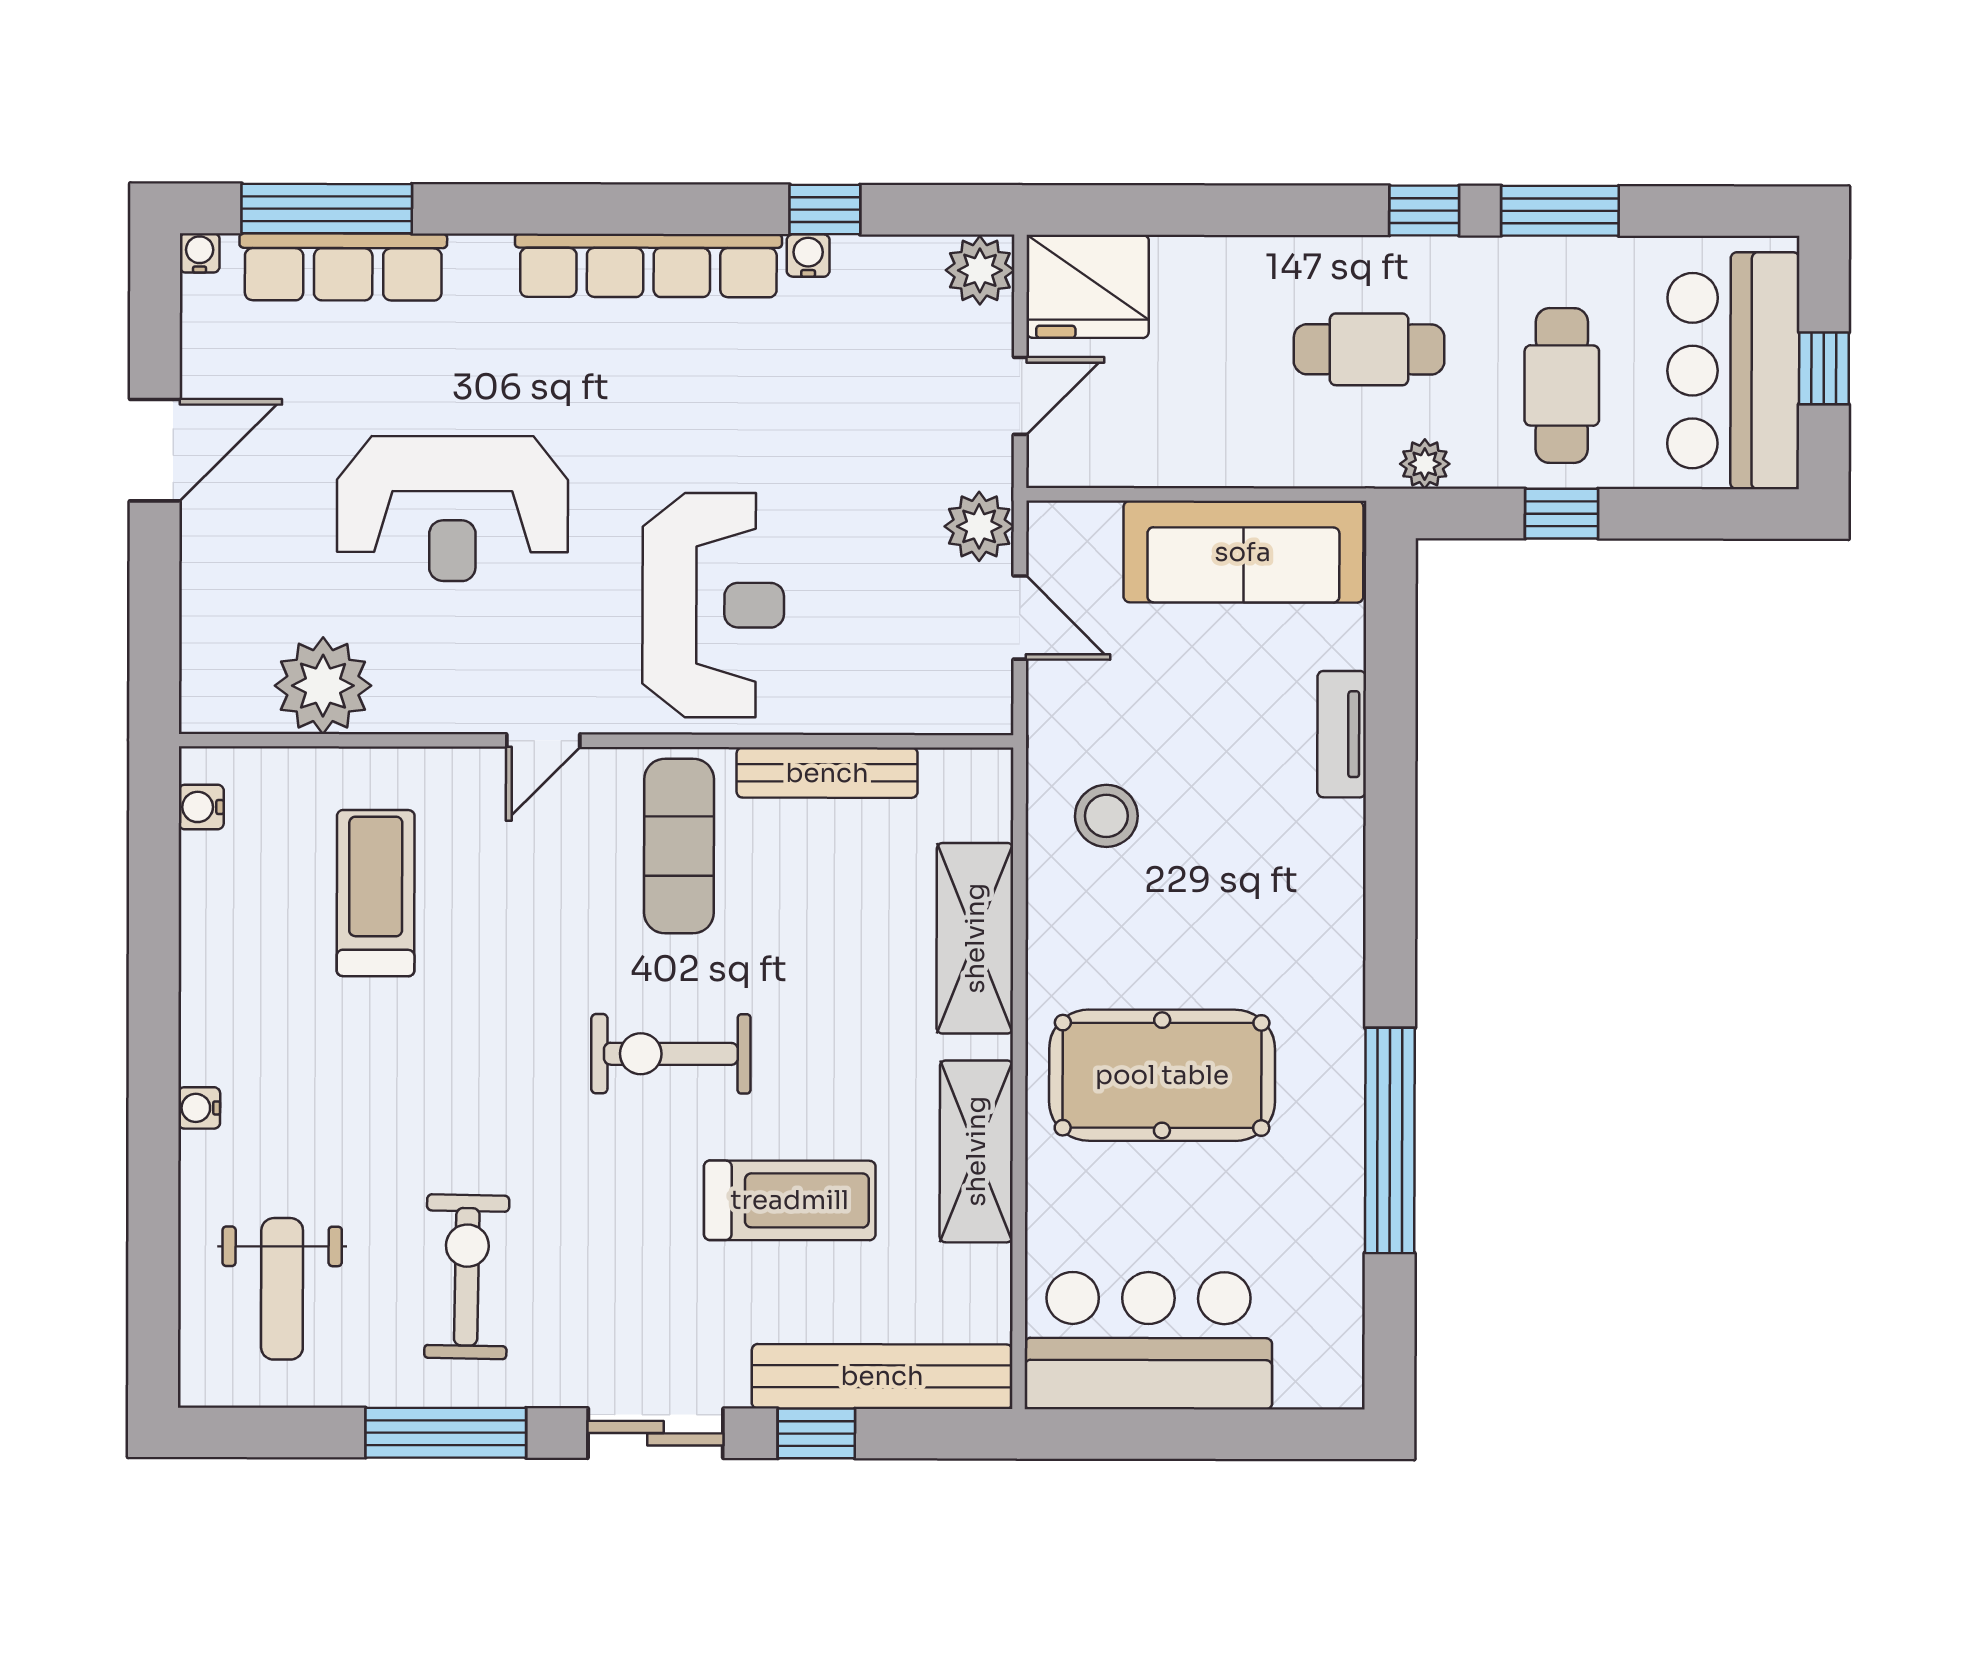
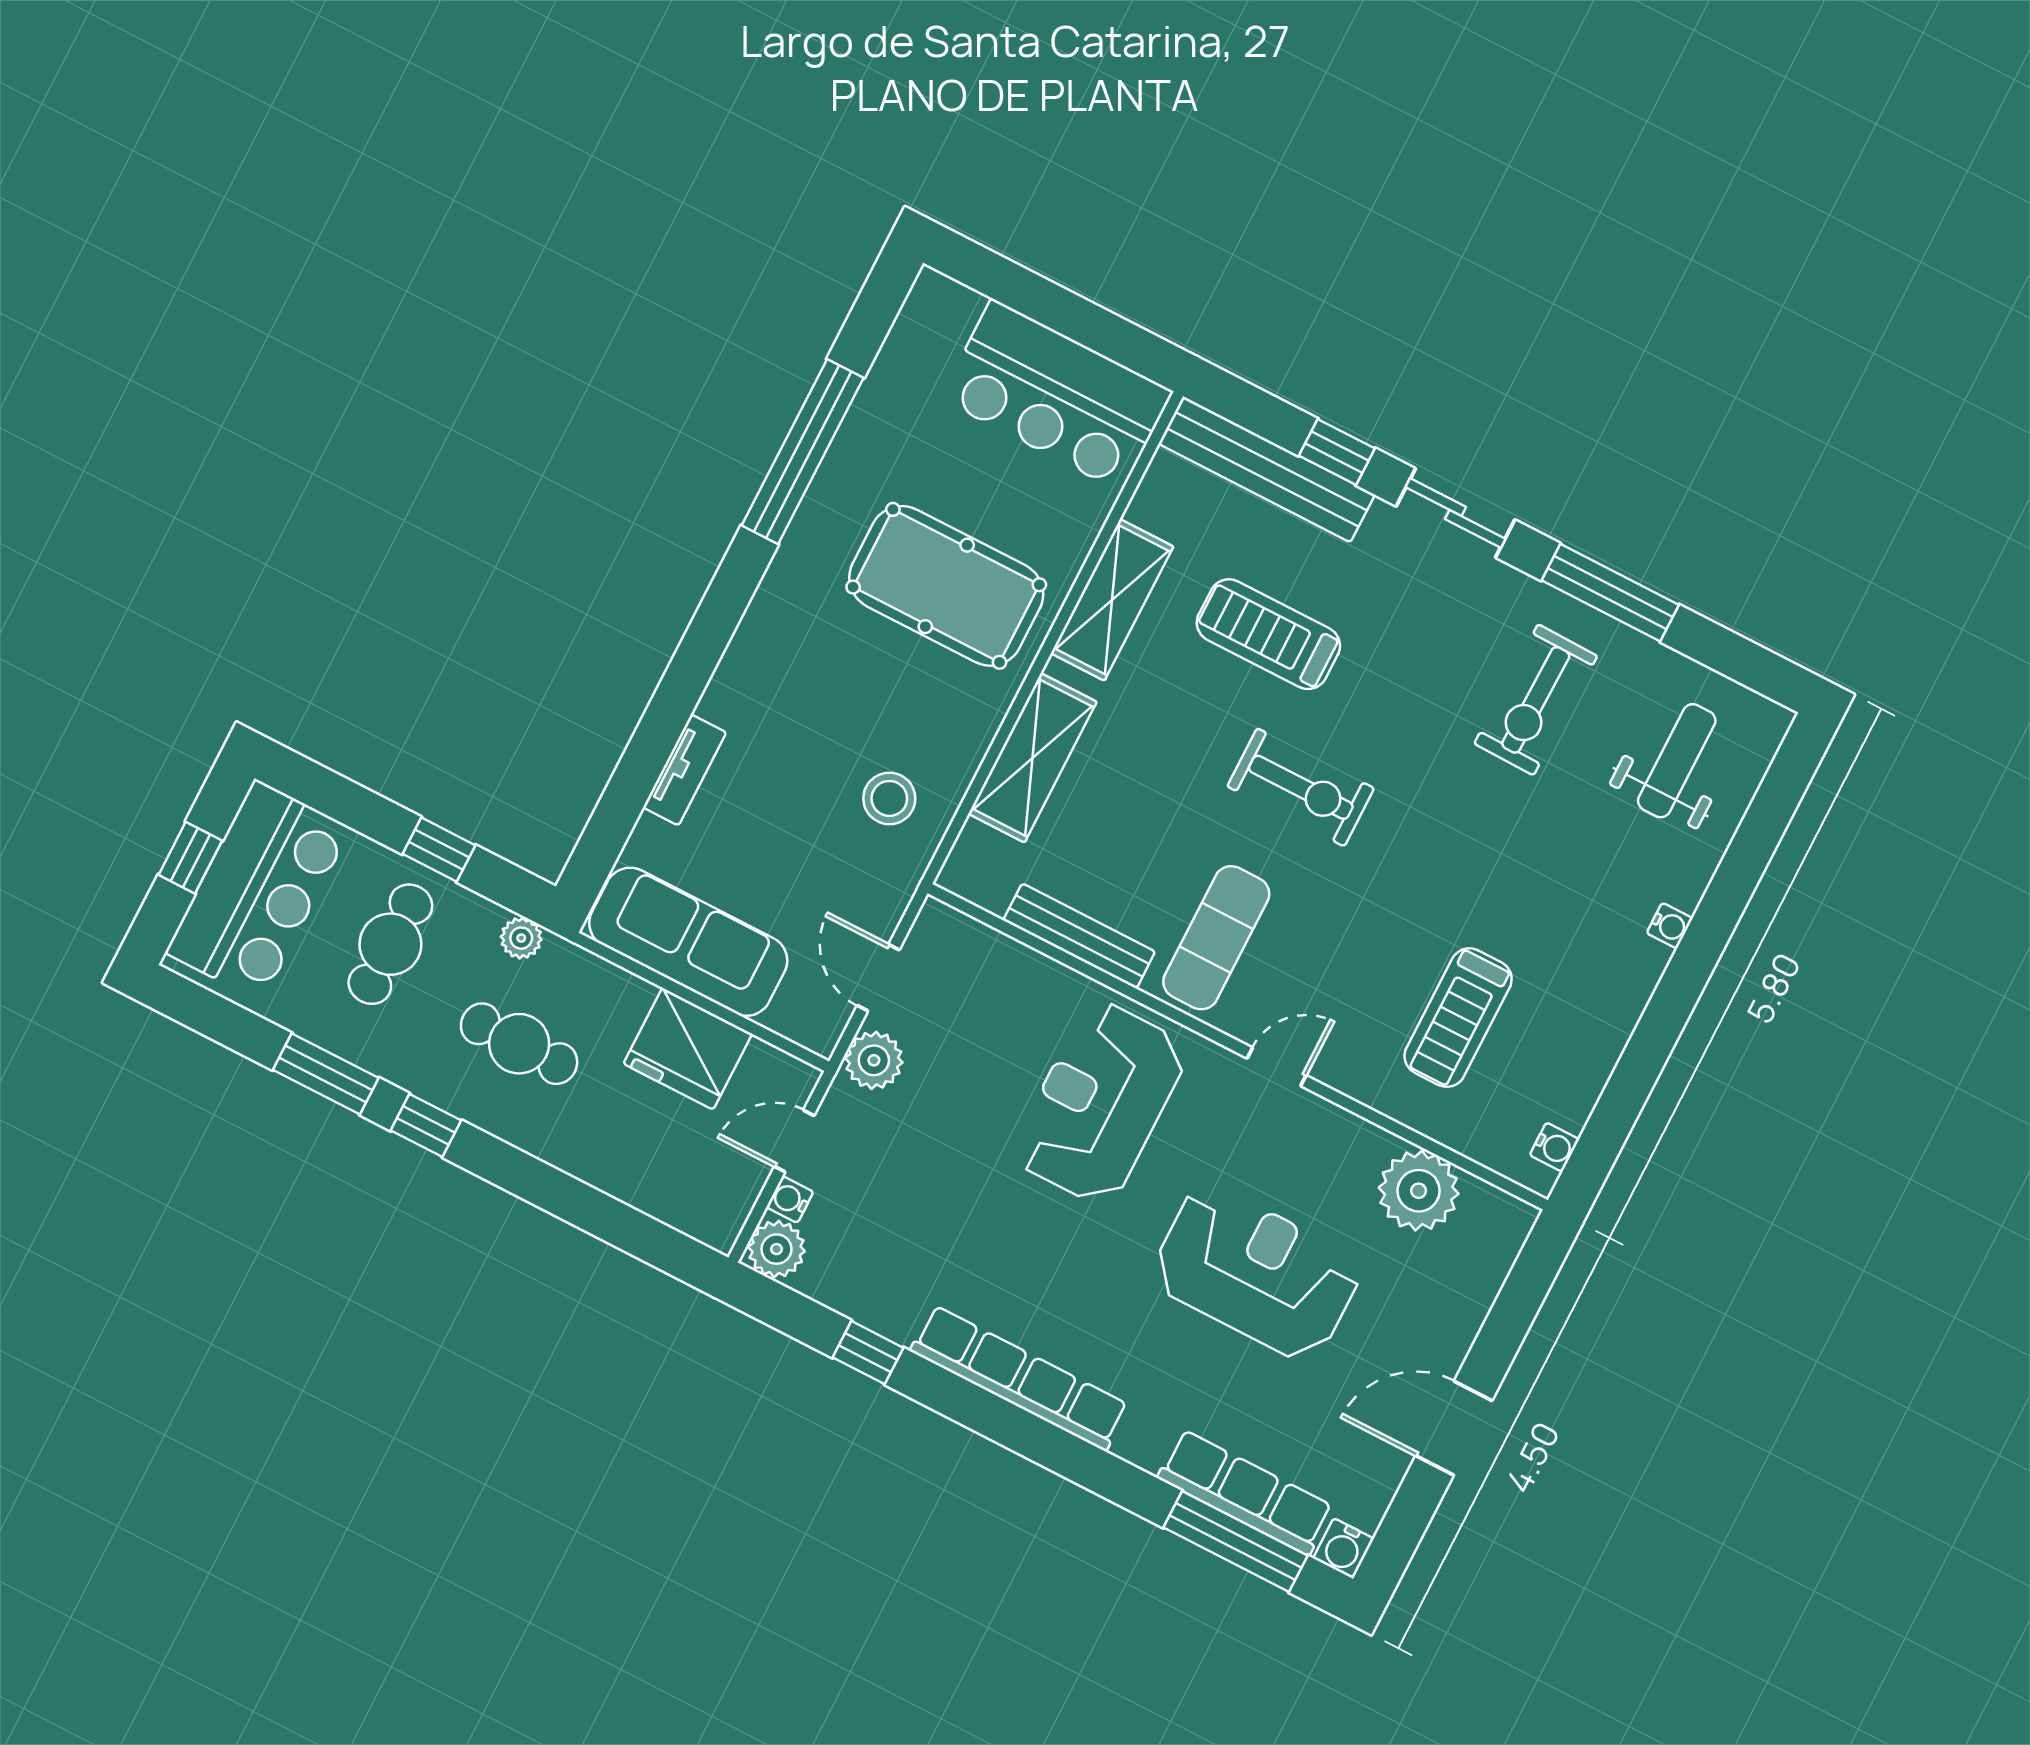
water cooler: (200, 253) -> (1343, 1548), width x1.38, depth x1.38
water cooler: (808, 255) -> (790, 1199), moved, turned 90
fridge: (1088, 286) -> (688, 1049), moved, turned 180

